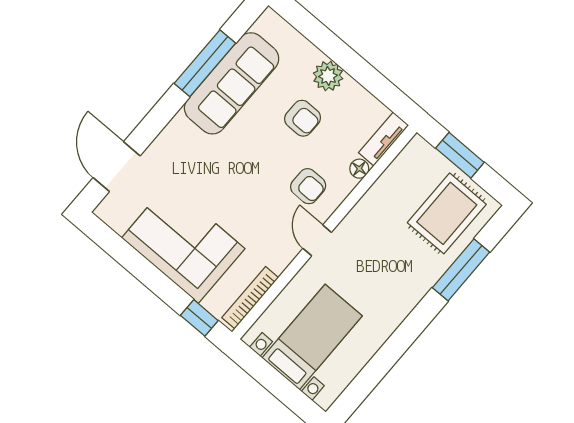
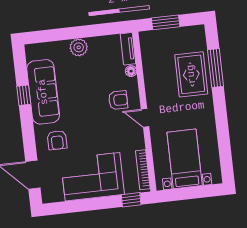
window: (205, 63) -> (24, 95), width x0.46
armchair: (303, 118) -> (57, 140), moved, turned 90
rug: (447, 213) -> (191, 74), moved

